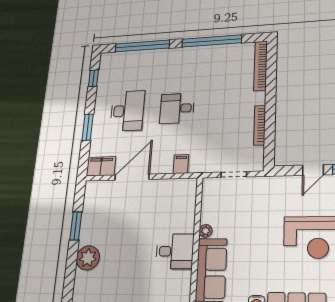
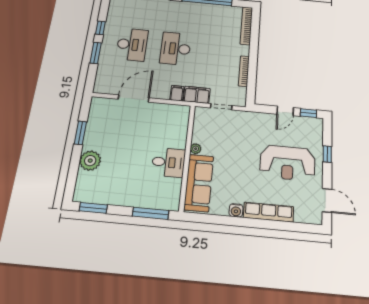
window: (93, 78) -> (100, 28), moved
desk: (177, 108) -> (176, 49), width x1.37
filing cabinet: (101, 166) -> (197, 95), moved

